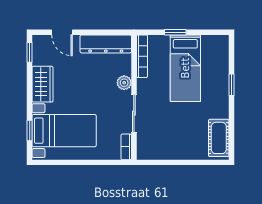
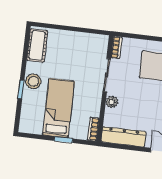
bookcase: (142, 56) -> (93, 129), width x0.64
stool: (218, 96) -> (33, 81), added

